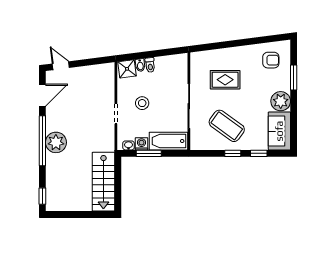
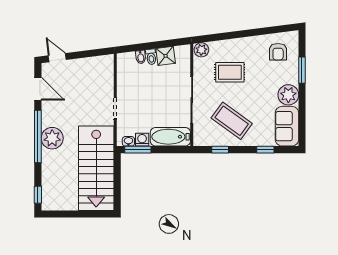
plant: (198, 58) -> (201, 50), added
armchair: (271, 60) -> (278, 52), turned 90
shower: (127, 69) -> (166, 56), moved
door: (42, 95) -> (38, 89), hinge flipped
stool: (142, 103) -> (143, 97), removed
window: (149, 153) -> (138, 150), moved
window: (233, 153) -> (220, 150), moved
stairs: (103, 182) -> (96, 168), width x1.36, depth x1.51

